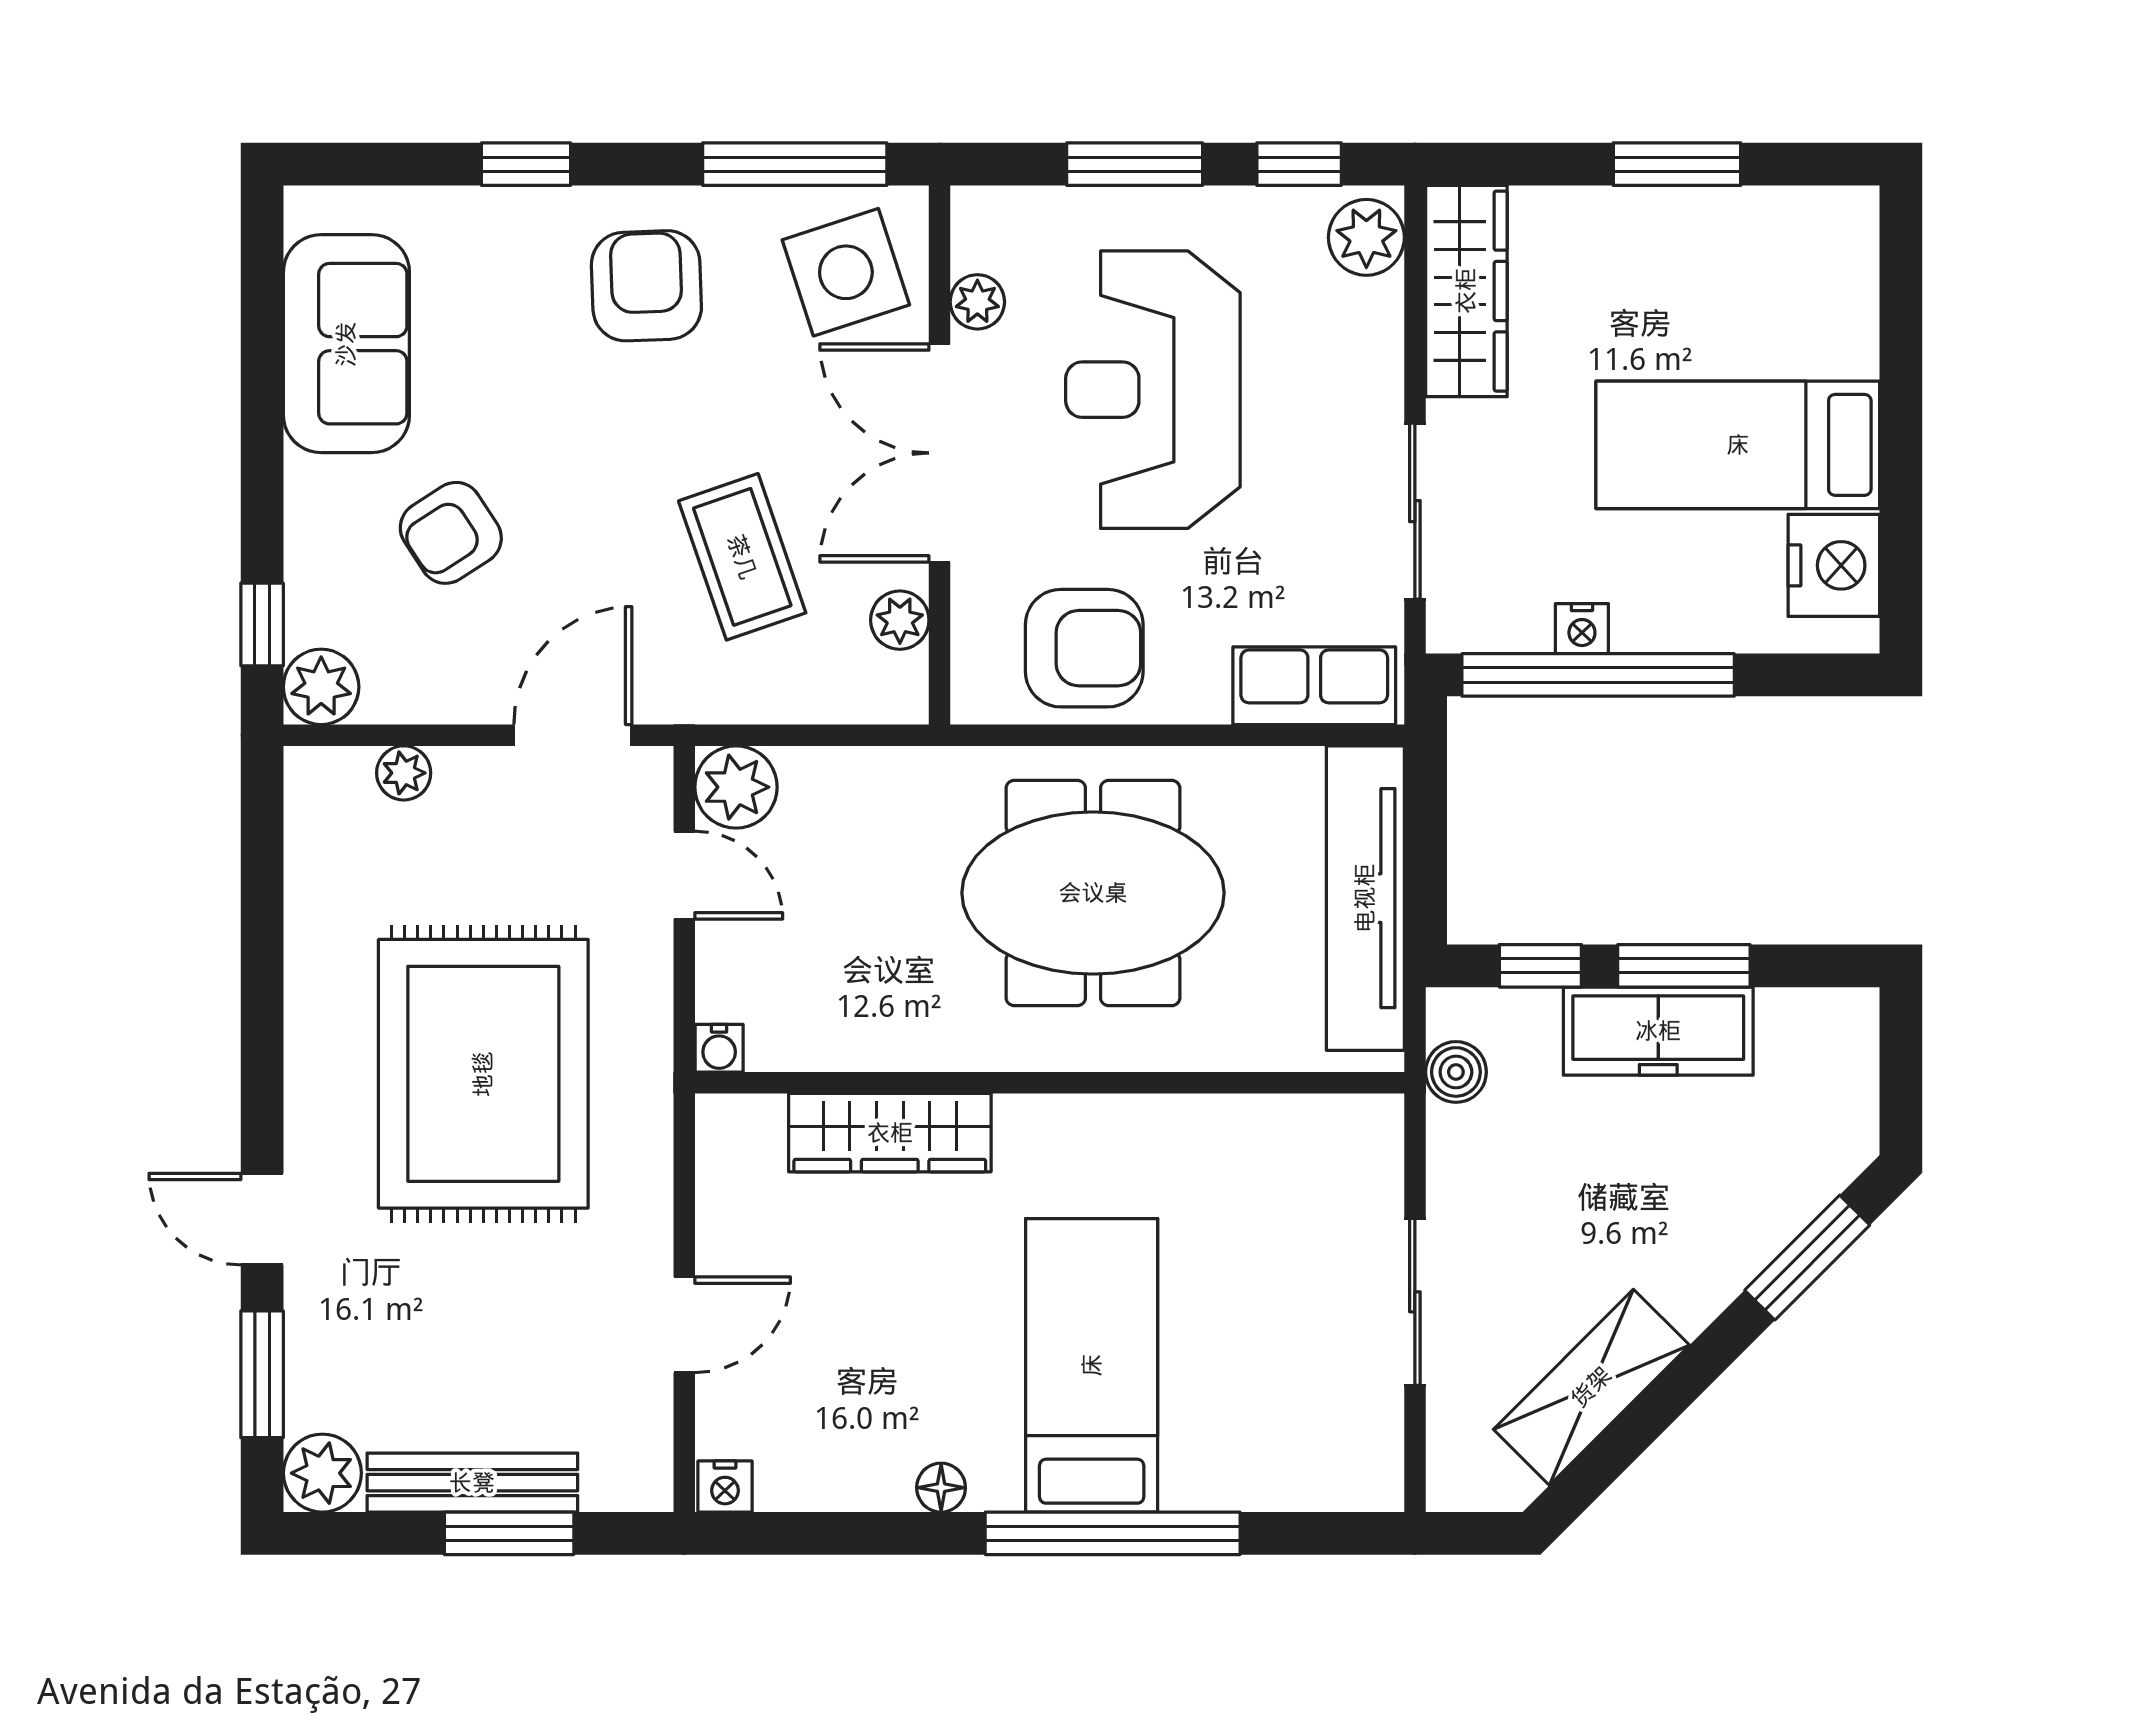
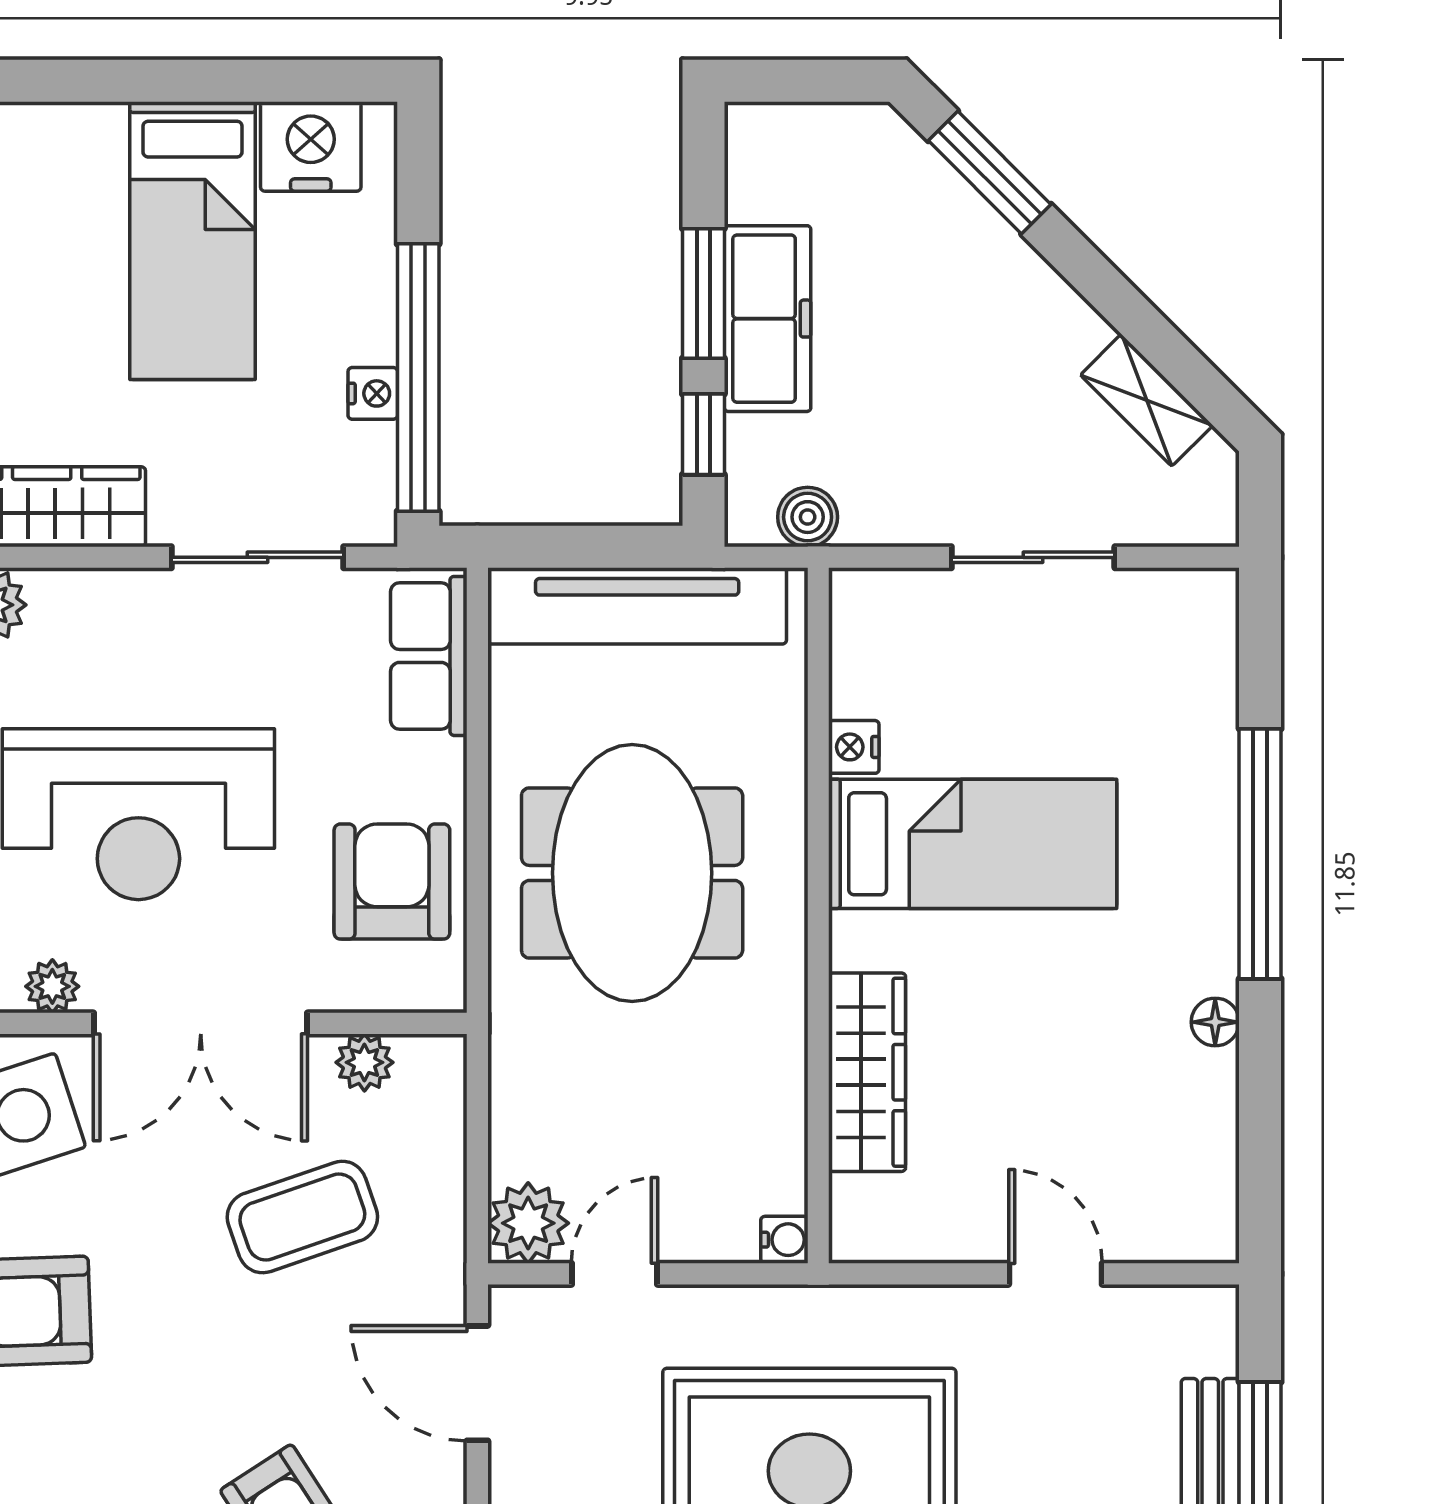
bed: (1092, 1365) -> (973, 844), moved, turned 180
shelving: (1591, 1387) -> (1147, 400), width x0.67, depth x0.75
nightstand: (725, 1486) -> (854, 747), moved, turned 180

